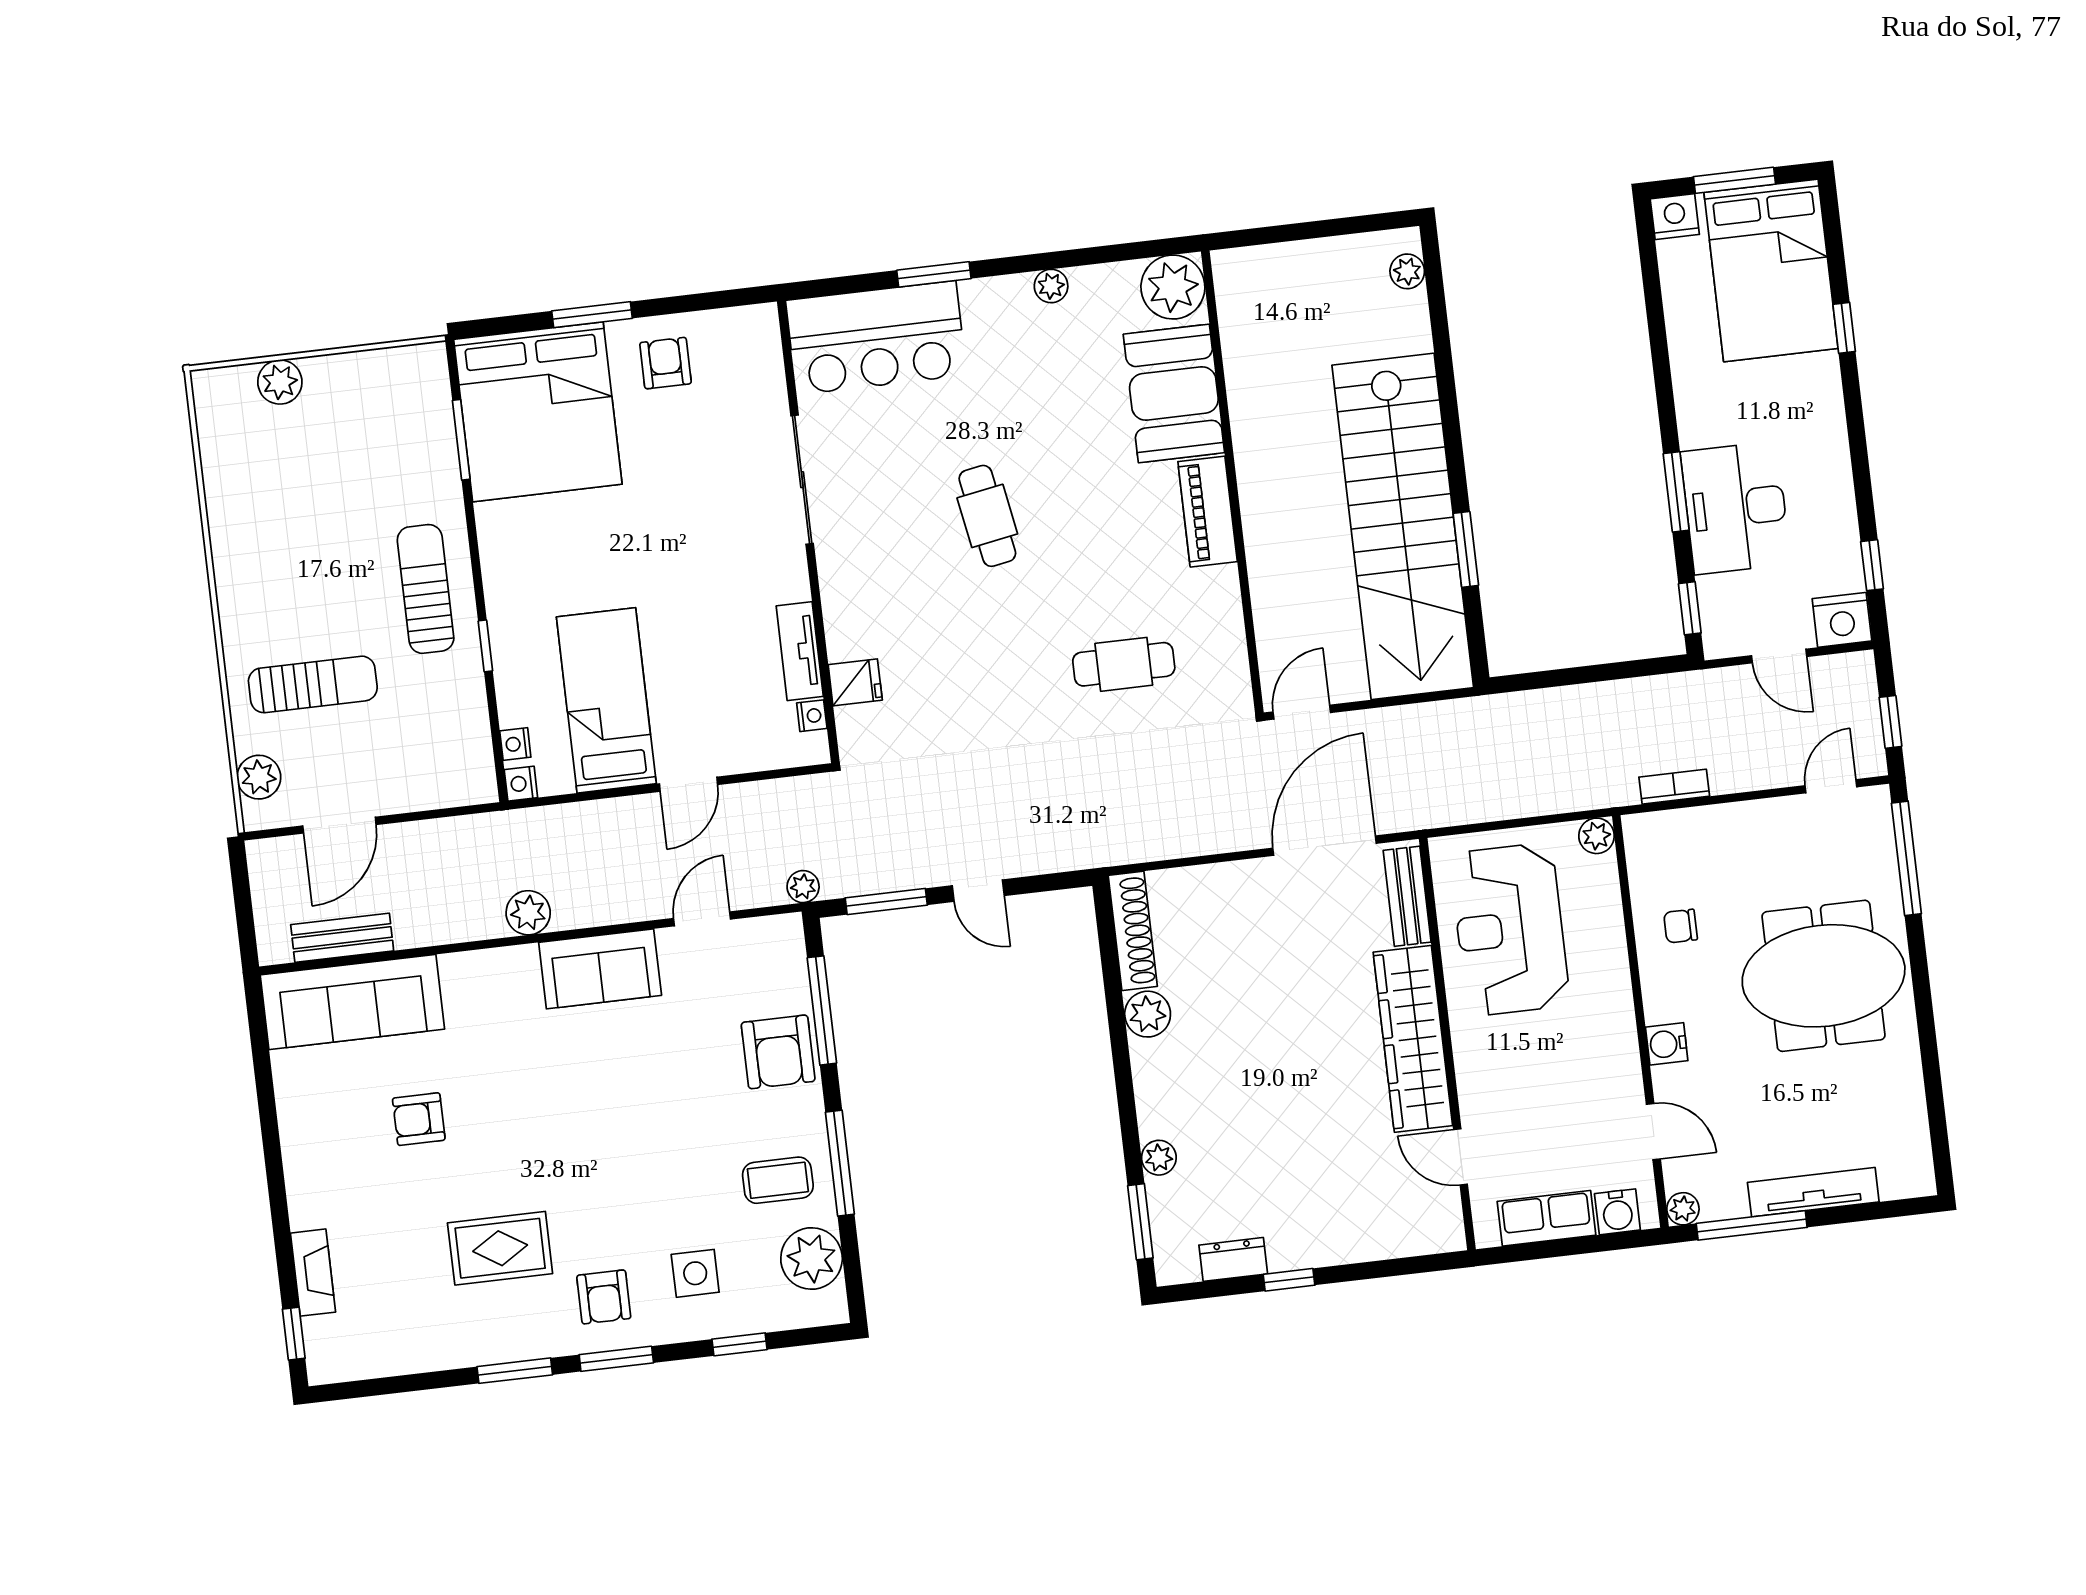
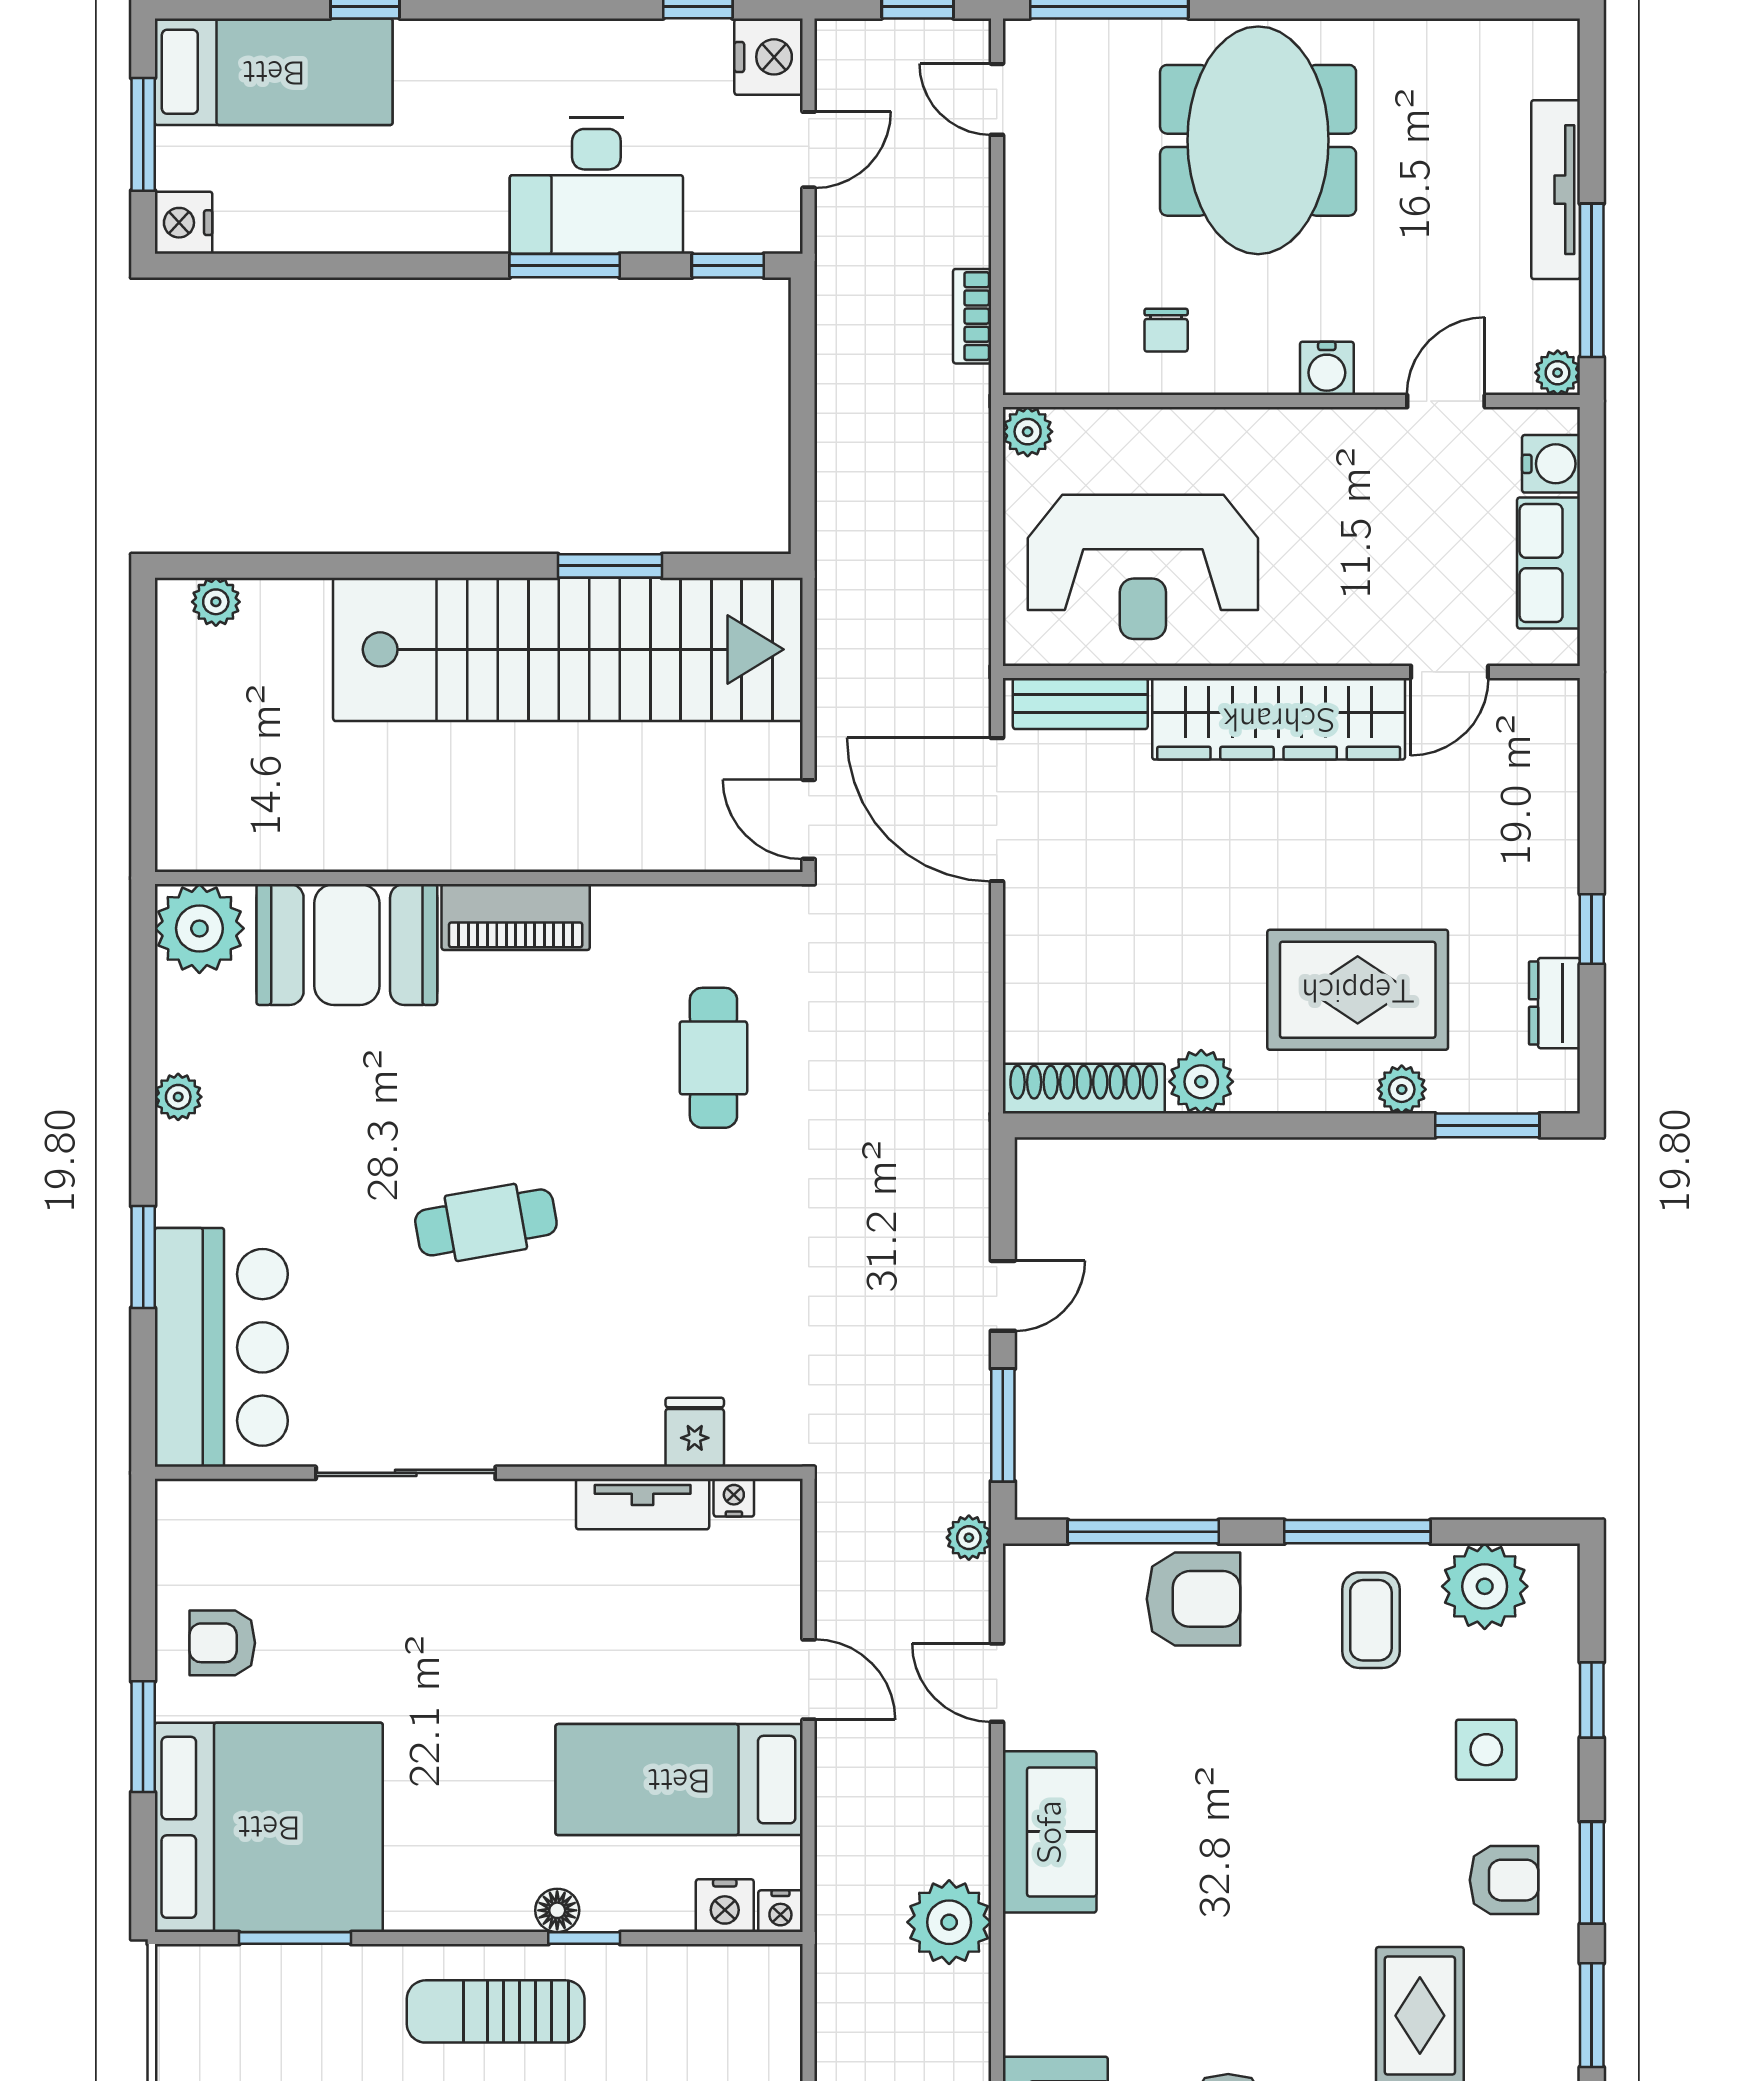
bed: (1771, 270) -> (274, 72), width x0.67
floor lamp: (503, 624) -> (557, 1910), added
nightstand: (515, 744) -> (725, 1906), width x1.39, depth x1.35
plant: (528, 913) -> (949, 1922), width x1.36, depth x1.36
rug: (1226, 1118) -> (1358, 990), added

